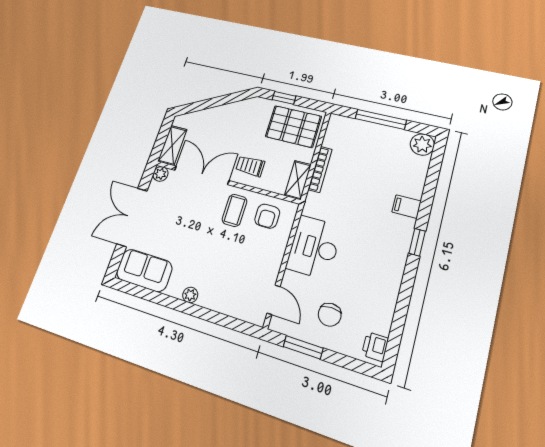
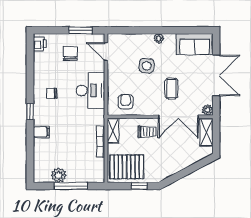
plant: (422, 144) -> (59, 175), moved
coffee table: (234, 210) -> (171, 89), moved
side table: (221, 260) -> (147, 66), added
chair: (375, 260) -> (52, 93), added

